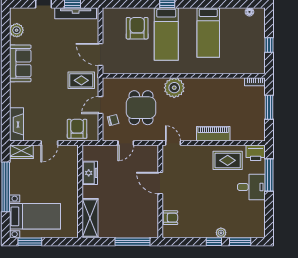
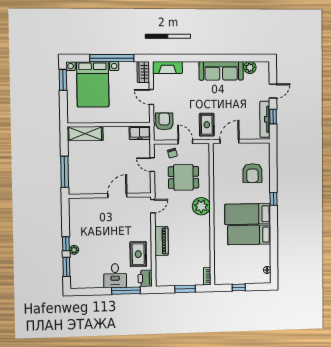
armchair: (137, 28) -> (252, 173), turned 90
bed: (166, 34) -> (248, 214), moved
sofa: (20, 63) -> (221, 71), width x1.36
armchair: (77, 129) -> (164, 121), turned -90
freezer: (90, 173) -> (140, 133), moved
bed with nightstands: (35, 216) -> (93, 84), width x1.36
armchair: (170, 218) -> (87, 205), removed

